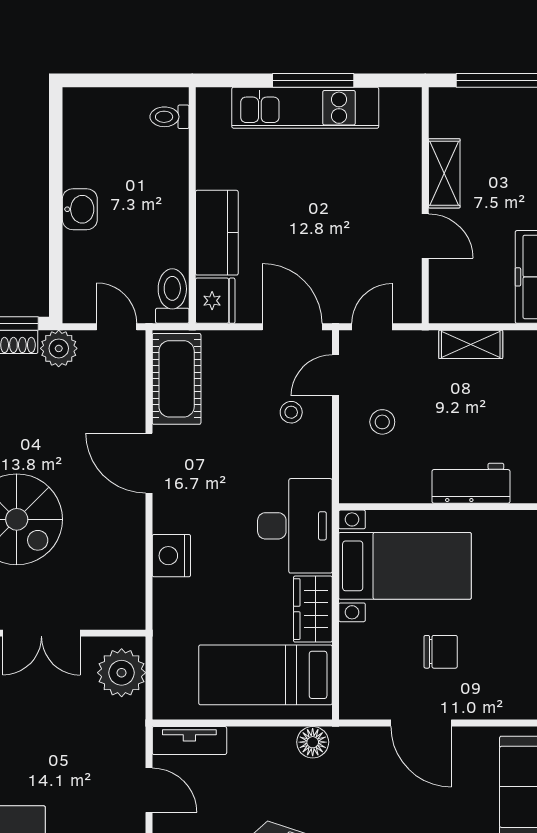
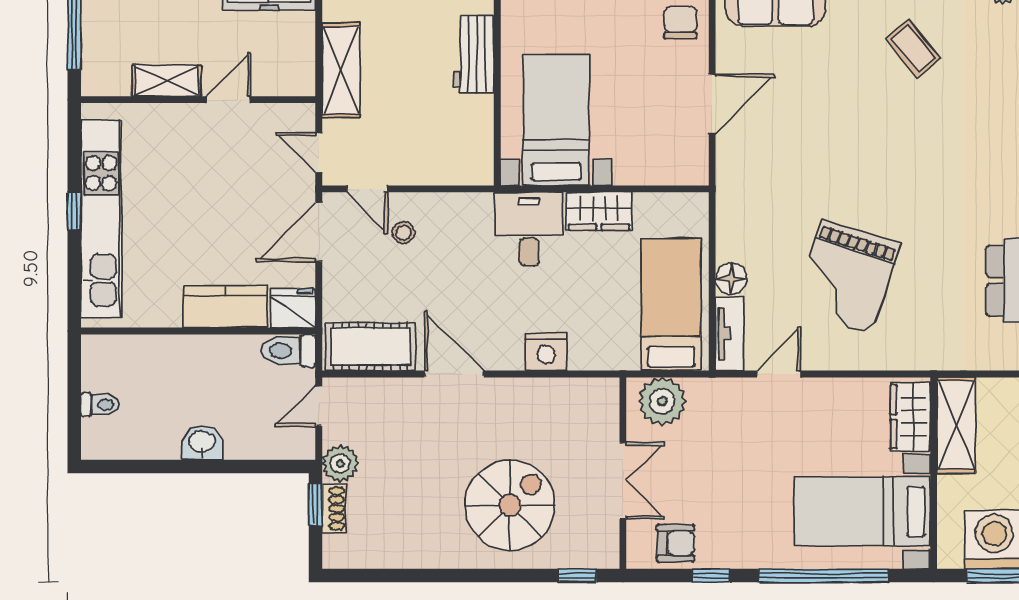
window: (313, 80) -> (74, 211), width x0.46
kitchen unit: (305, 108) -> (101, 219), width x1.36
toilet: (169, 117) -> (100, 405), moved, turned -90
shelving: (471, 344) -> (341, 70), width x1.50, depth x1.33
stool: (382, 422) -> (413, 142), removed
door: (149, 463) -> (454, 374), swing flipped
desk: (295, 526) -> (529, 229), width x0.73
chair: (441, 652) -> (681, 23), moved
bed: (265, 675) -> (671, 304), moved, turned 180
floor lamp: (313, 742) -> (731, 279), moved

